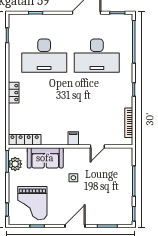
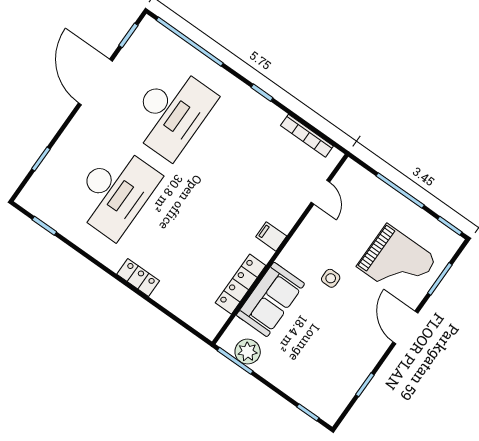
locker: (25, 140) -> (241, 284), moved
door: (97, 146) -> (320, 192), moved
grand piano: (32, 203) -> (397, 263), moved

